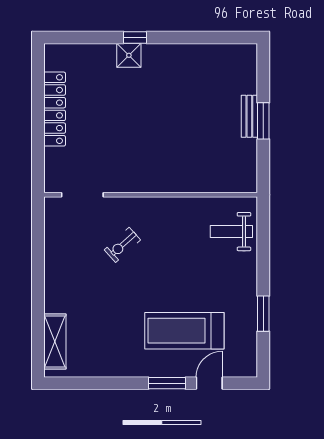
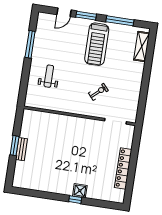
weight bench: (231, 232) -> (49, 76), moved, turned -90
window: (263, 314) -> (30, 44), width x1.44
treadmill: (184, 331) -> (97, 44), moved, turned 90
window: (103, 383) -> (120, 21), added

